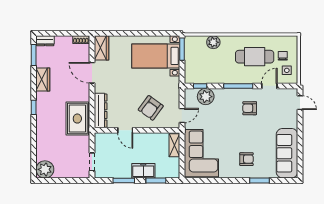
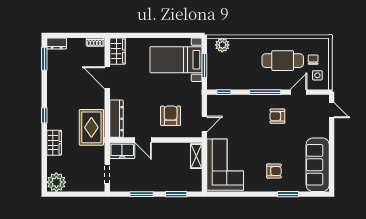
plant: (213, 42) -> (222, 45), moved
window: (182, 49) -> (204, 66), moved
wardrobe: (43, 80) -> (54, 143), moved
plant: (206, 97) -> (230, 104), removed
armchair: (151, 108) -> (171, 116), turned 144
freezer: (143, 171) -> (122, 151), moved, turned 180

